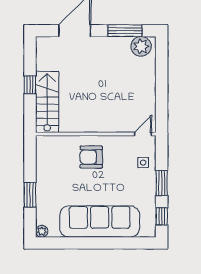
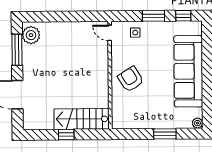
armchair: (91, 157) -> (131, 79), turned 148

